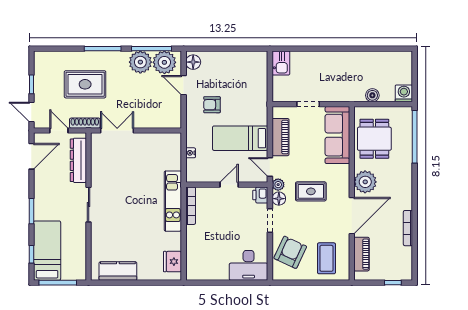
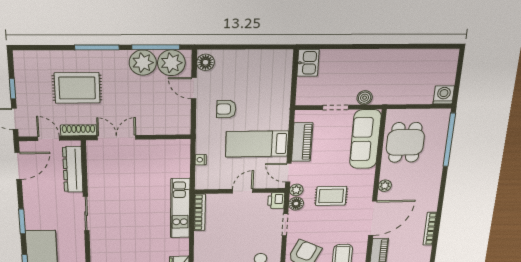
boiler: (372, 95) -> (365, 98), moved
plant: (365, 182) -> (385, 186), width x0.53, depth x0.53

